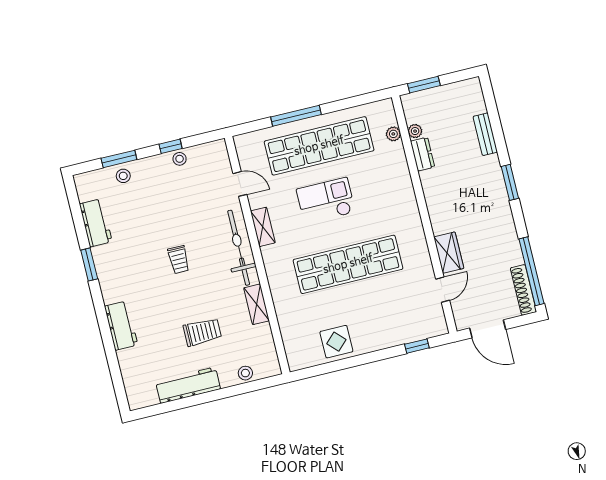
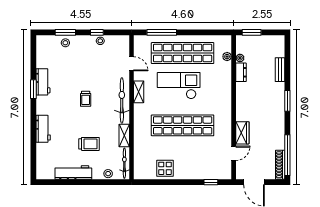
window: (296, 116) -> (162, 32), moved
checkout: (326, 201) -> (179, 86), width x1.36, depth x1.21
workbench: (96, 223) -> (43, 82), moved
bicycle: (268, 349) -> (124, 163), added

